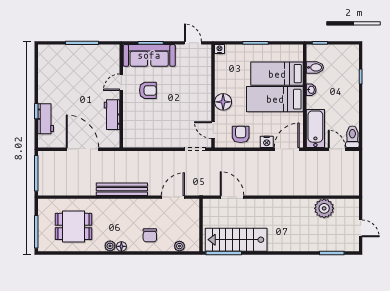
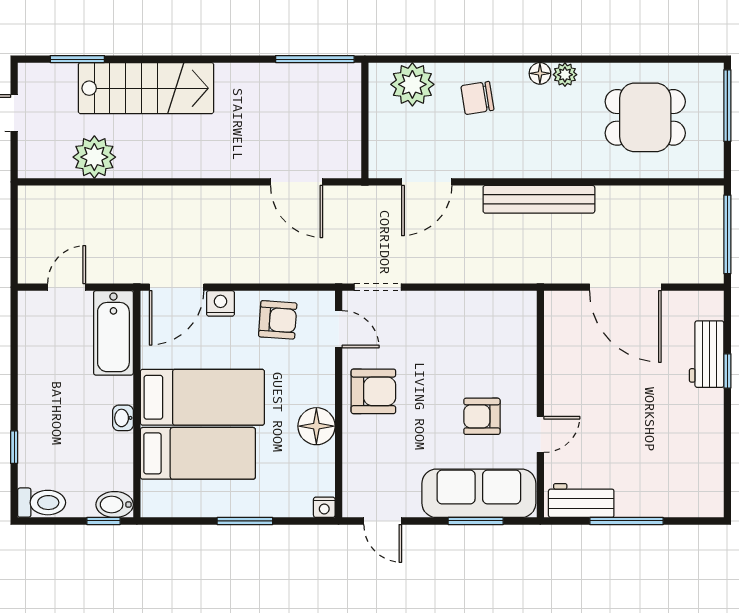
bidet: (315, 67) -> (115, 505), moved
armchair: (197, 102) -> (373, 391), added
floor lamp: (223, 102) -> (316, 426), moved
workbench: (112, 115) -> (581, 501), moved, turned -90
armchair: (241, 134) -> (278, 320), turned -86
toilet: (352, 137) -> (42, 503), moved, turned -90
door: (337, 149) -> (67, 287), swing flipped
chair: (150, 235) -> (477, 98), turned -99
stairs: (236, 240) -> (146, 88), moved
plant: (179, 246) -> (412, 84), width x1.87, depth x1.87

